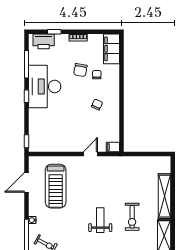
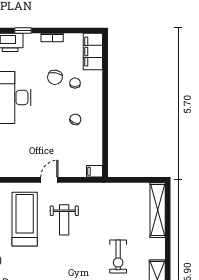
door: (90, 154) -> (49, 180), moved
treadmill: (56, 186) -> (25, 219), turned 180
shelving: (164, 196) -> (158, 210), moved
weight bench: (100, 220) -> (64, 220), moved, turned 180

